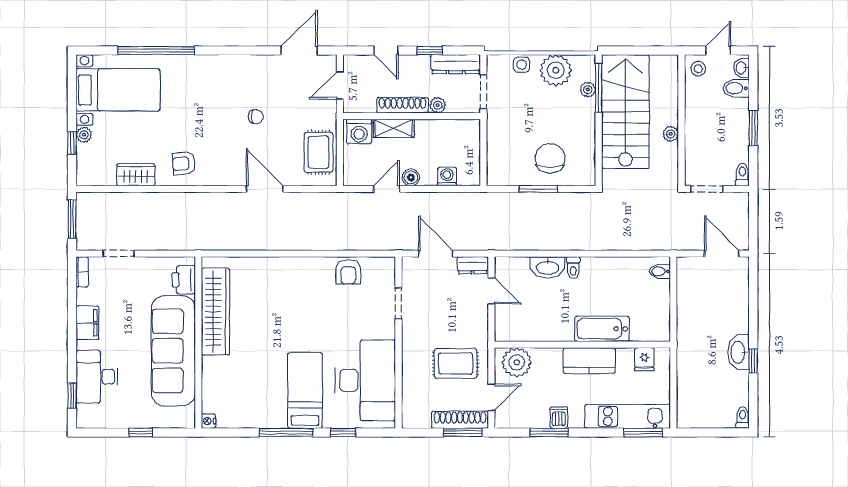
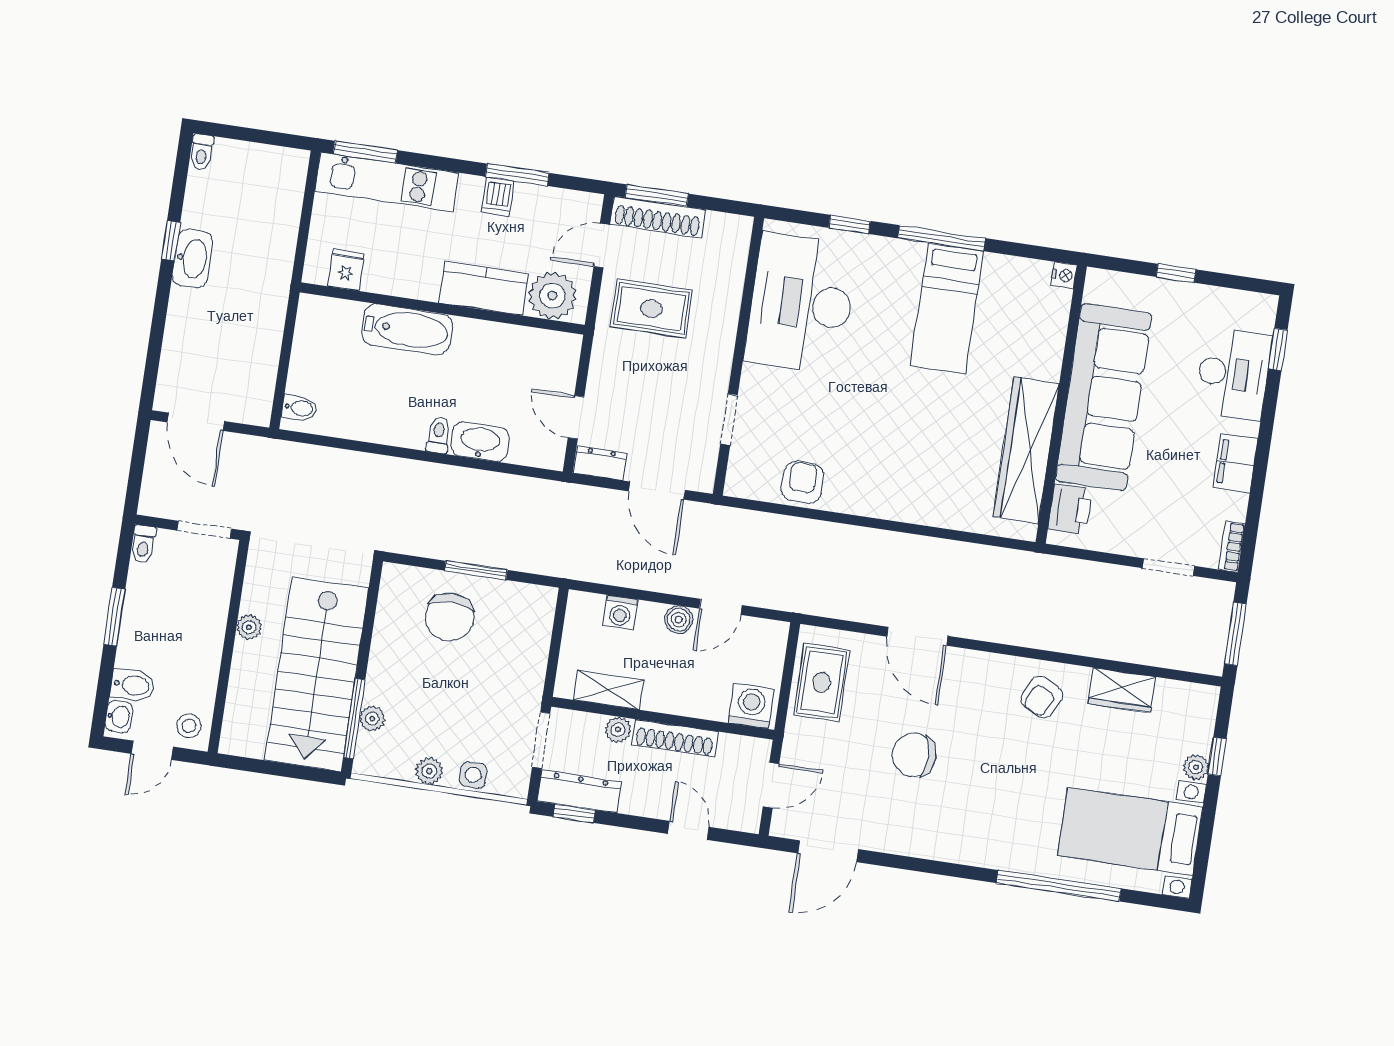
window: (430, 50) -> (574, 813), moved
plant: (556, 70) -> (429, 771), width x0.53, depth x0.53
chair: (256, 117) -> (914, 755), width x1.87, depth x1.87
shelving: (394, 128) -> (608, 690), moved
armchair: (184, 163) -> (1042, 697), turned 122
kitchen counter: (589, 361) -> (484, 288), moved
bed: (305, 390) -> (947, 308), moved

